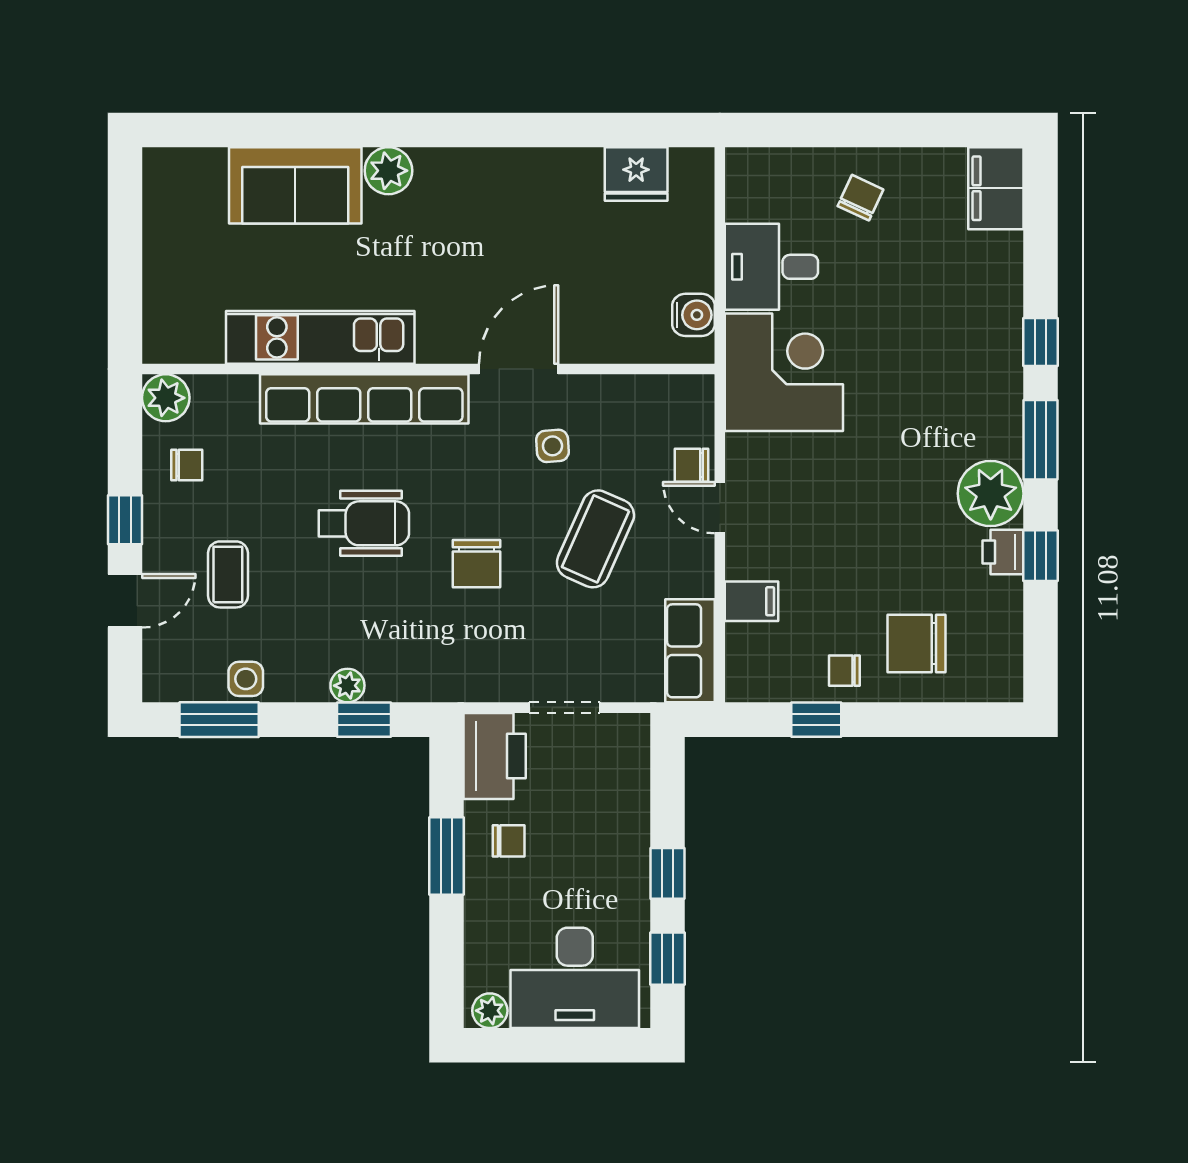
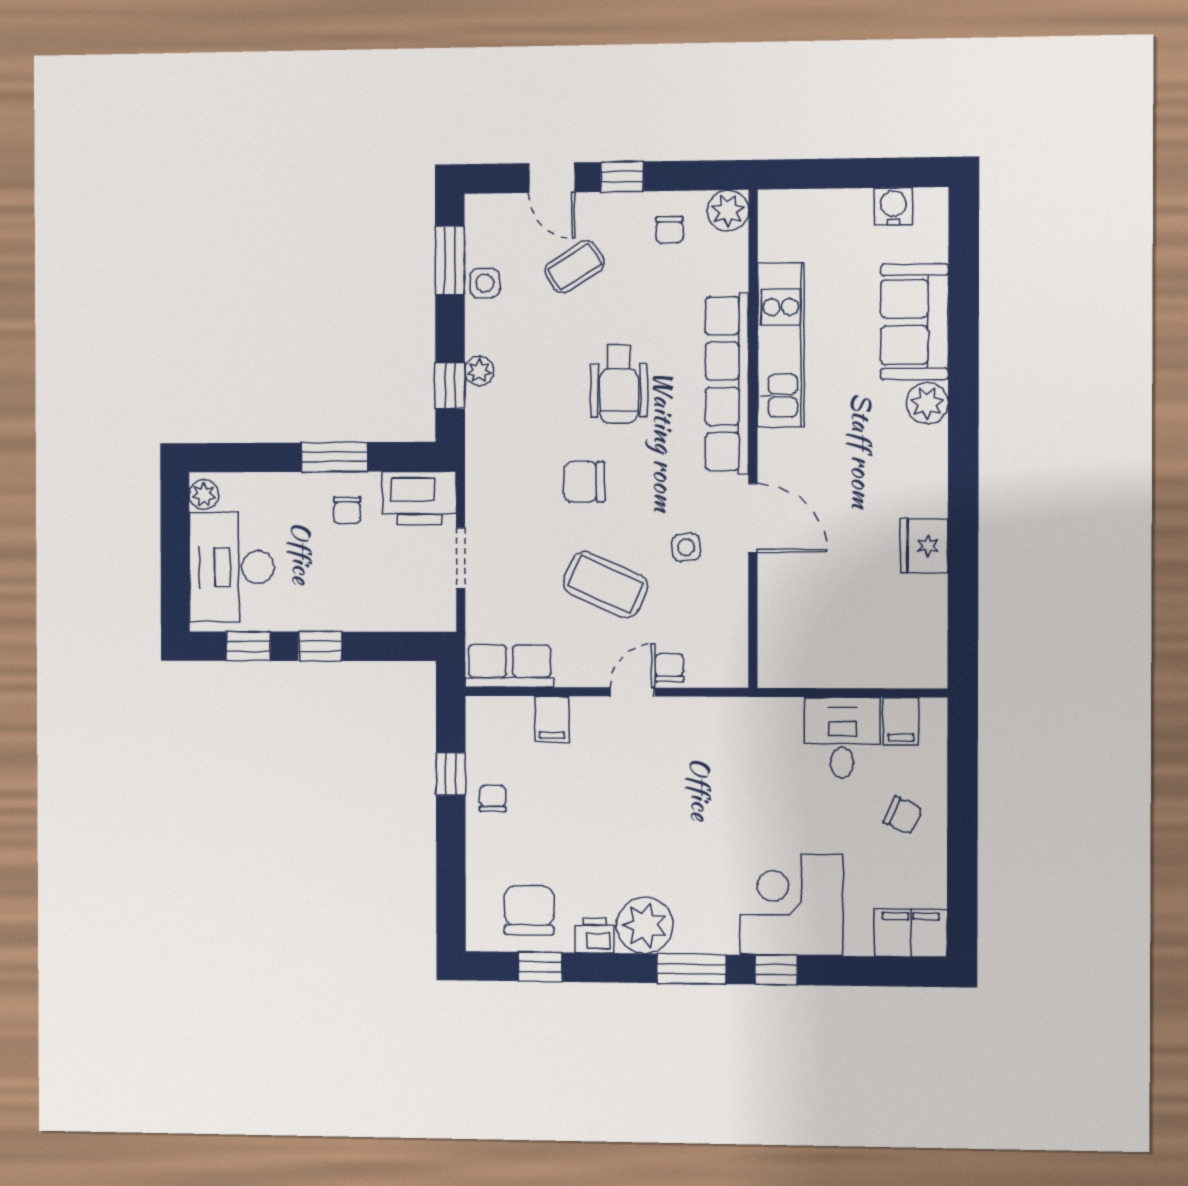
fridge: (636, 174) -> (924, 546), moved
filing cabinet: (752, 200) -> (901, 721), added
water cooler: (694, 315) -> (893, 206), moved, turned 180
corner desk: (784, 372) -> (791, 904), moved, turned 180
window: (1040, 556) -> (540, 967), moved
coffee table: (228, 574) -> (575, 267), turned -32
chair: (917, 644) -> (529, 910), moved

